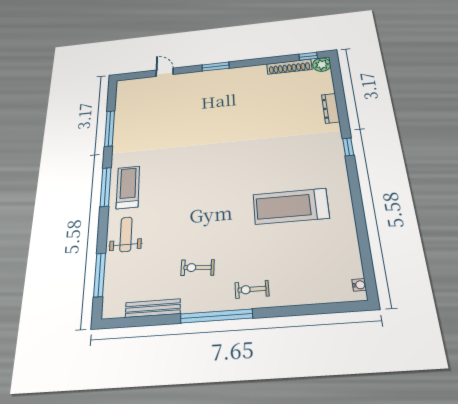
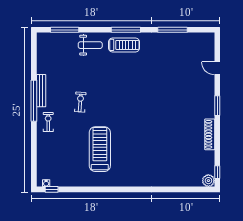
shoe rack: (289, 67) -> (210, 134), moved
door: (165, 72) -> (217, 68), swing flipped
dresser: (331, 108) -> (170, 182), removed
window: (348, 147) -> (52, 189), moved
exercise bike: (198, 268) -> (80, 102), moved
bench: (153, 308) -> (41, 91), moved

